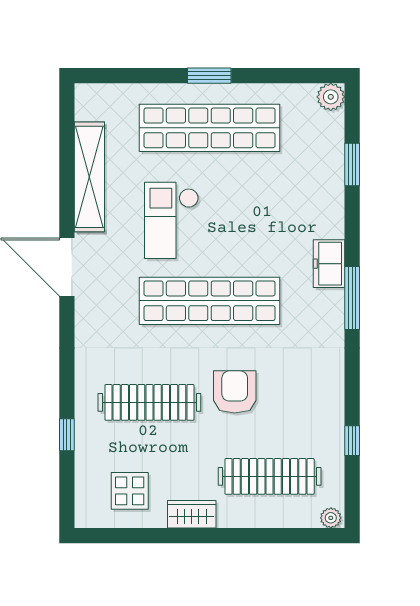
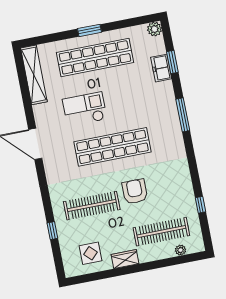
shelving: (89, 177) -> (34, 75), moved
checkout: (172, 220) -> (85, 109), turned 90
freezer: (329, 264) -> (161, 68), moved
window: (352, 298) -> (183, 115), moved
plant: (331, 518) -> (181, 250), moved

